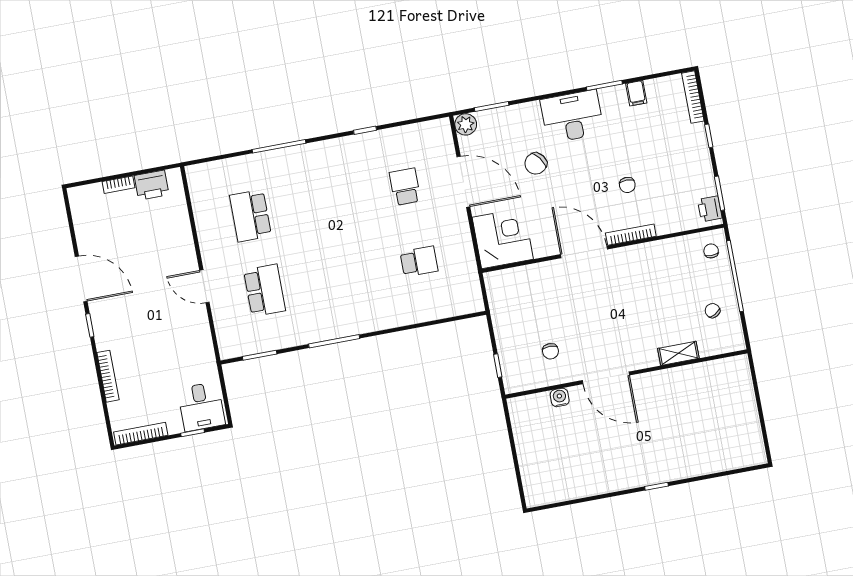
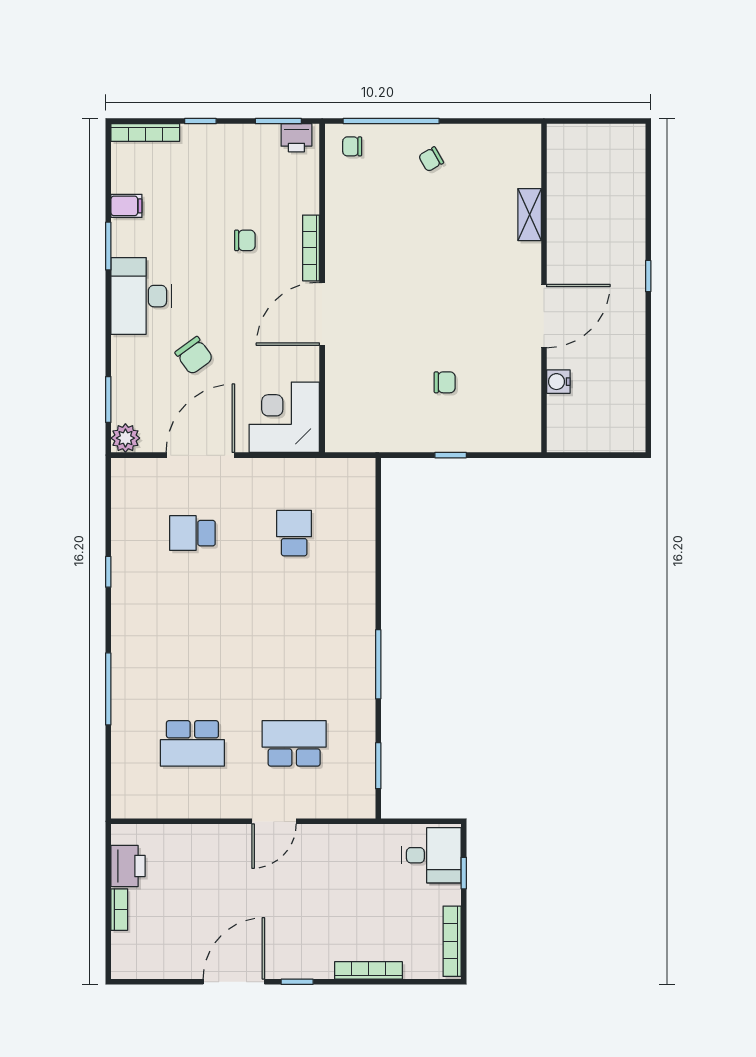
shelving: (678, 353) -> (530, 215), moved
wall: (626, 374) -> (544, 288), moved
door: (606, 378) -> (544, 316), moved
water cooler: (560, 397) -> (558, 382), moved

